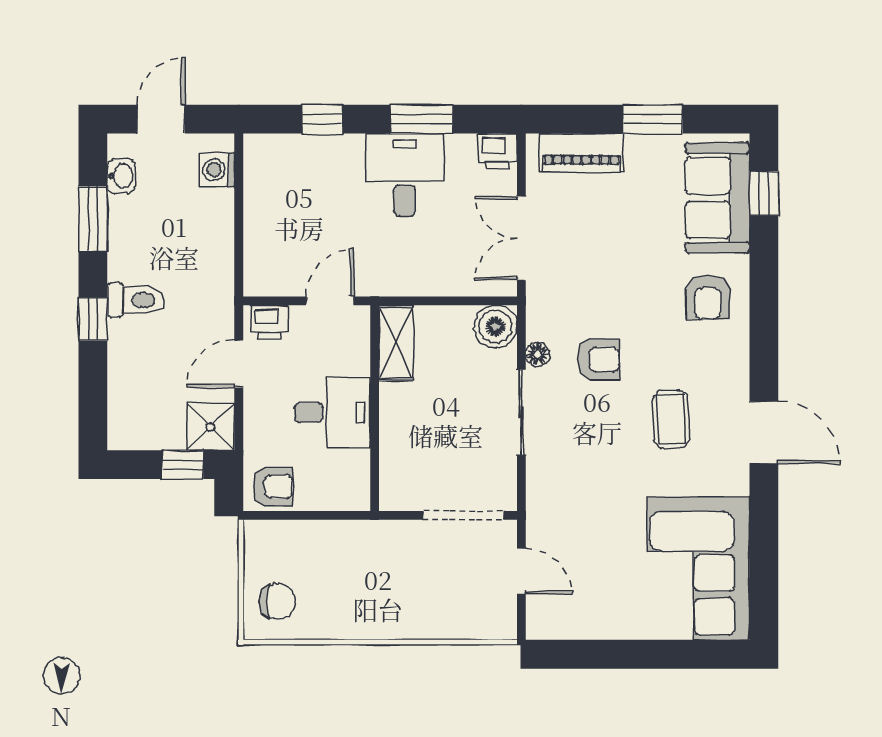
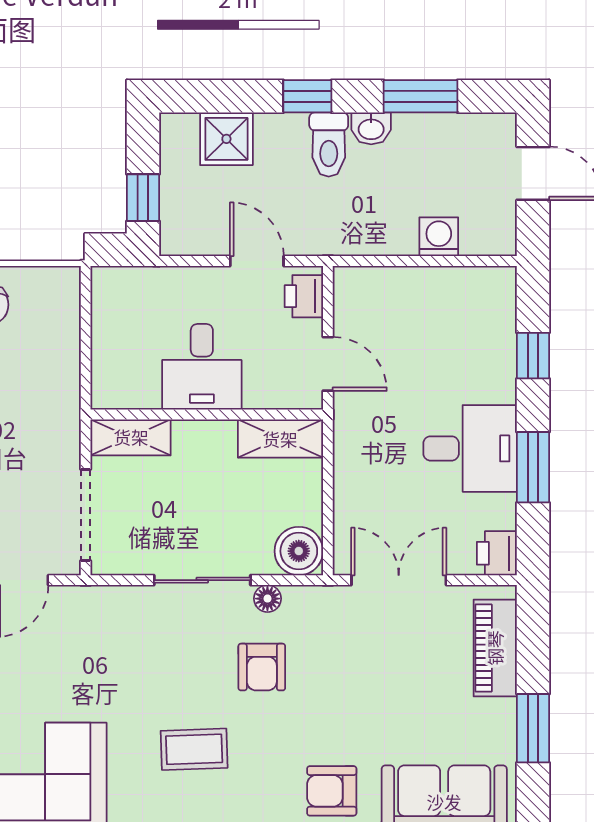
washing machine: (217, 170) -> (439, 237), moved
washbasin: (121, 176) -> (371, 128), moved
shower: (210, 427) -> (226, 139), moved
shelving: (395, 476) -> (131, 437), added
armchair: (273, 486) -> (118, 300), removed

